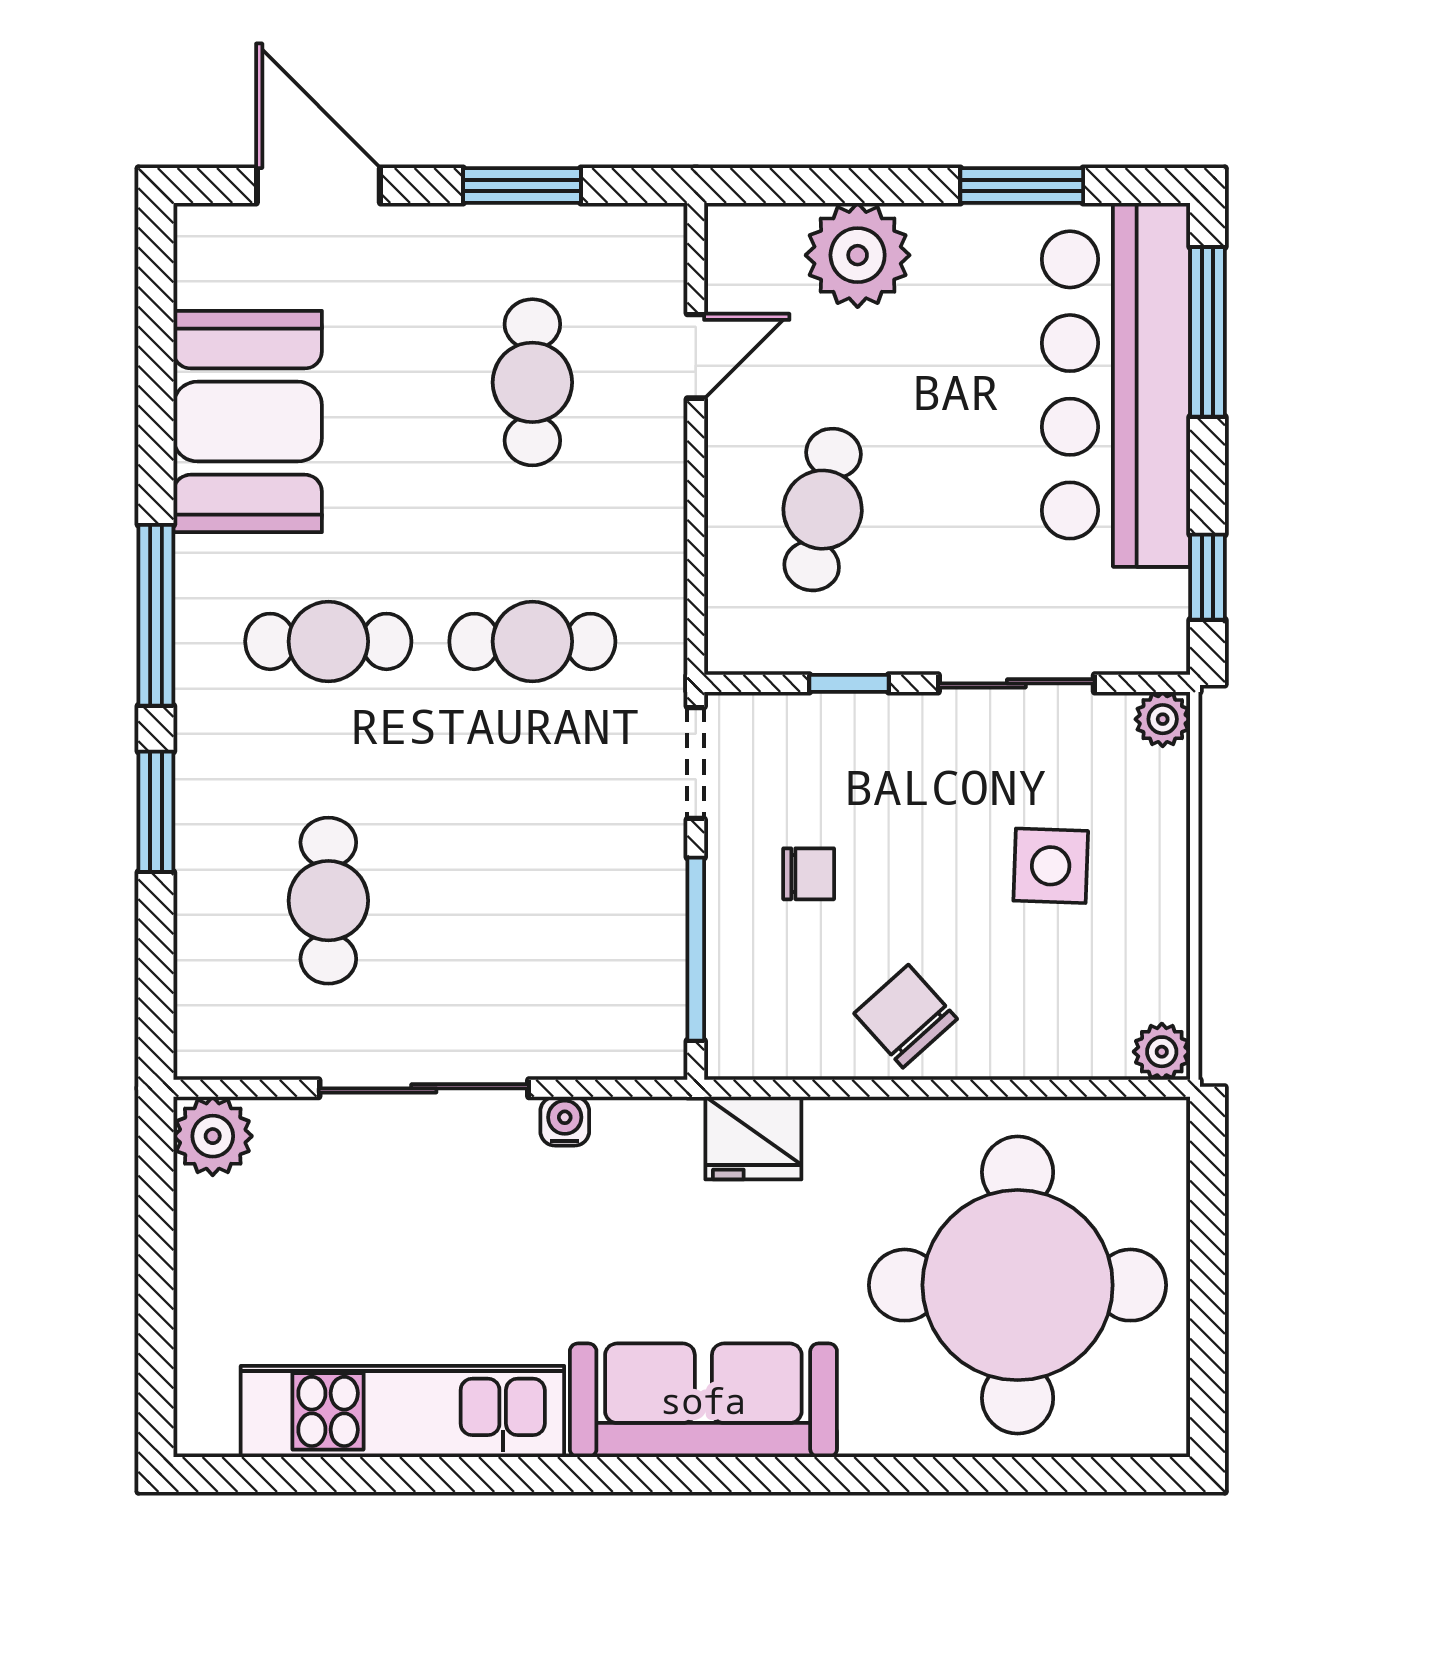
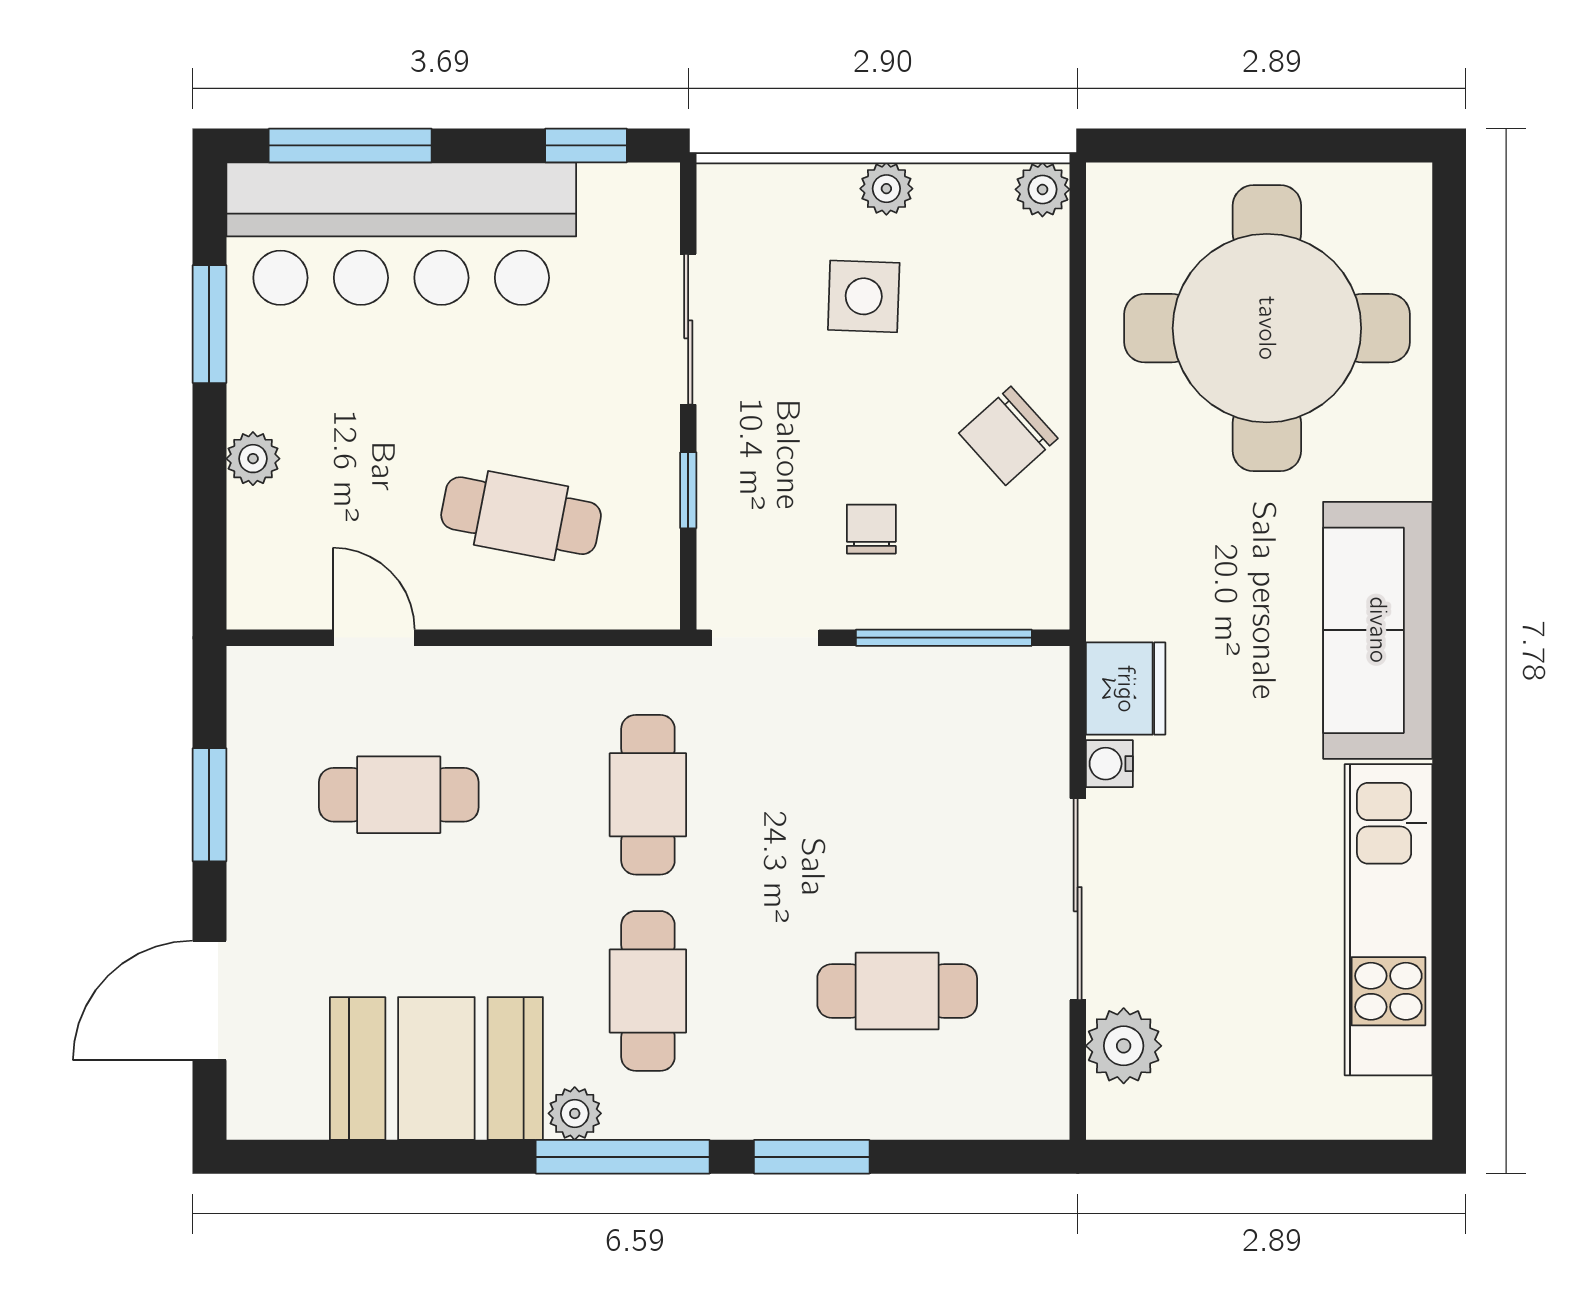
plant: (858, 255) -> (253, 459), width x0.53, depth x0.53
plant: (201, 565) -> (575, 1113), added
plant: (1163, 719) -> (886, 189), moved
plant: (213, 1136) -> (1124, 1046), moved
fridge: (753, 1138) -> (1126, 689), moved

